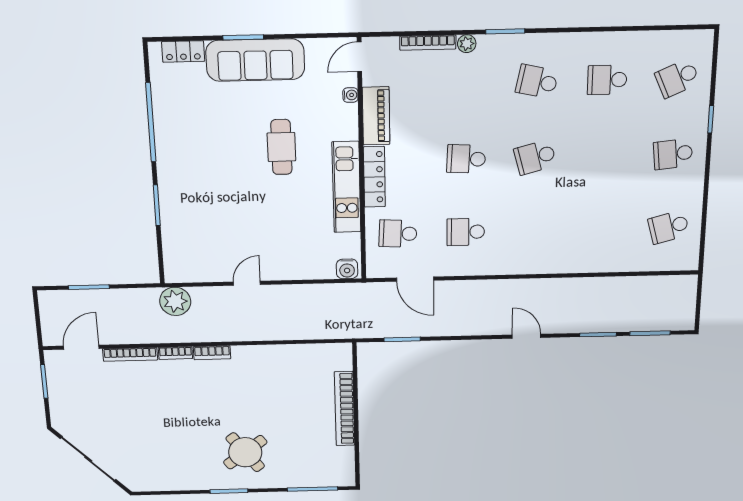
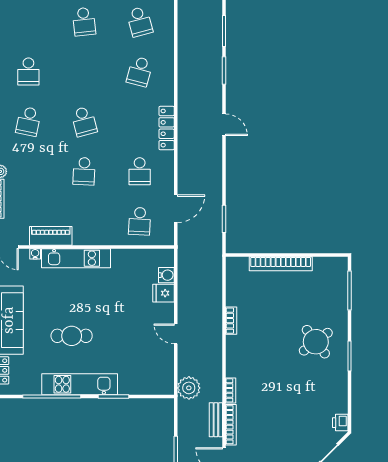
school desk: (677, 78) -> (140, 71), moved, turned 39
cafe table: (281, 147) -> (72, 336), moved
kitchen unit: (171, 160) -> (80, 384), added
locker: (374, 177) -> (167, 128), moved, turned -90
kitchen unit: (346, 187) -> (76, 258), moved
fridge: (301, 266) -> (163, 293), added
water cooler: (347, 269) -> (166, 275), moved
bench: (135, 336) -> (216, 420), added
door: (526, 336) -> (224, 125), swing flipped
bookcase: (212, 353) -> (231, 321), moved
printer: (143, 483) -> (340, 423), added

